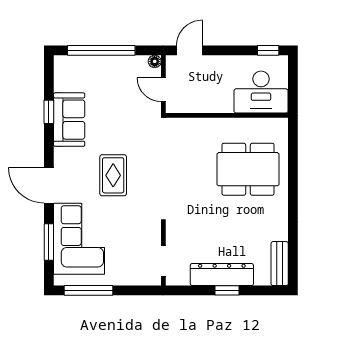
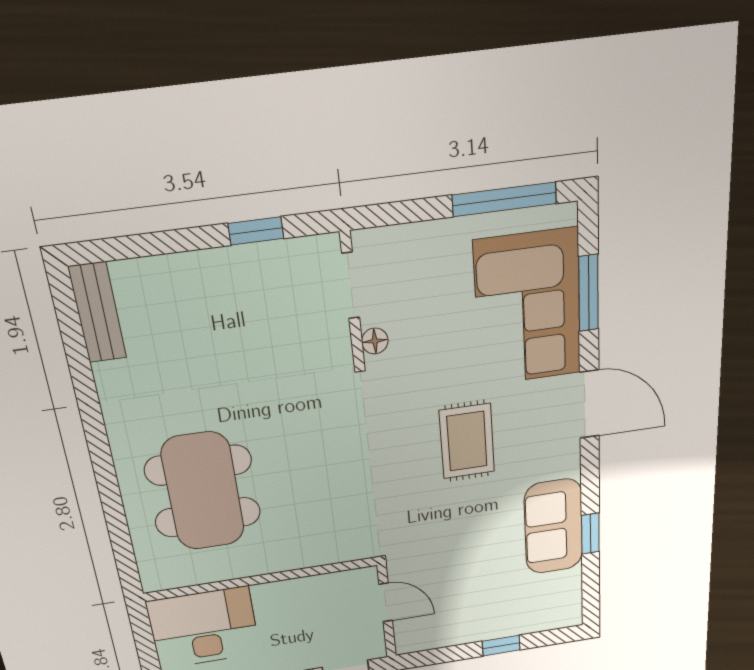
window: (101, 50) -> (501, 646), width x0.32
floor lamp: (155, 61) -> (375, 341), moved
dining table: (248, 169) -> (203, 491), turned 90
dresser: (222, 275) -> (220, 272), removed
window: (227, 290) -> (256, 231), moved

